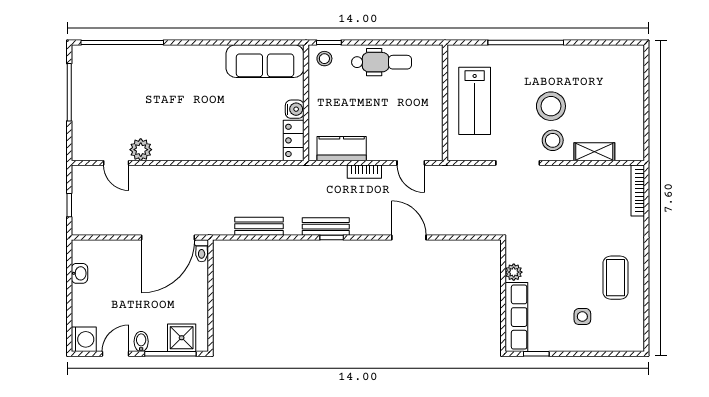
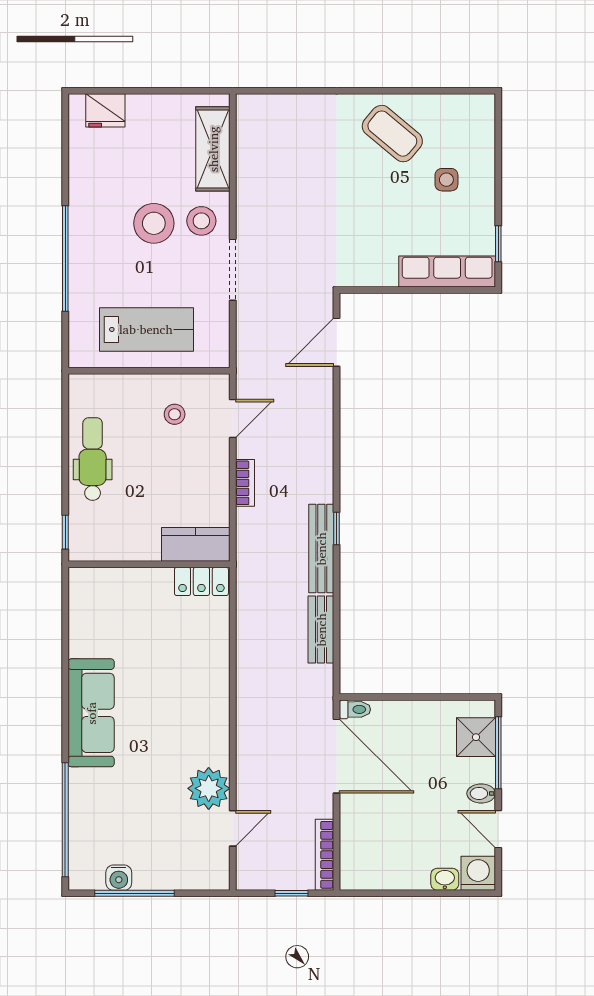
stool: (324, 59) -> (175, 414), moved
sofa: (265, 61) -> (91, 713), moved
fridge: (632, 71) -> (105, 110), added
water cooler: (295, 109) -> (119, 878), moved, turned 180
kitchen counter: (342, 149) -> (196, 544), moved, turned 90
plant: (141, 150) -> (209, 788), width x1.36, depth x1.36
shelving: (594, 152) -> (213, 149), width x1.50, depth x1.33
bookcase: (638, 191) -> (325, 855), moved, turned 90
bench: (326, 227) -> (321, 549), width x1.36
door: (409, 238) -> (337, 342), moved
plant: (514, 272) -> (385, 275), removed
washbasin: (79, 273) -> (445, 879), moved
coffee table: (616, 278) -> (392, 134), turned 40

